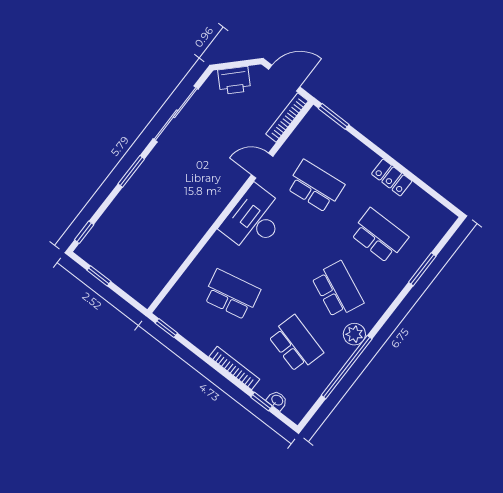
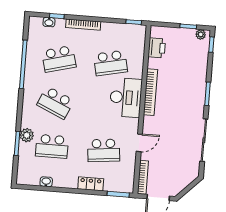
printer: (234, 80) -> (157, 48), moved, turned 135
locker: (392, 178) -> (91, 184), moved
washbasin: (417, 194) -> (46, 182), added
desk: (254, 220) -> (126, 97), moved
bookcase: (204, 222) -> (151, 92), added
plant: (89, 255) -> (201, 34), added
plant: (354, 334) -> (27, 135), moved
school desk: (296, 344) -> (59, 59), turned -30

